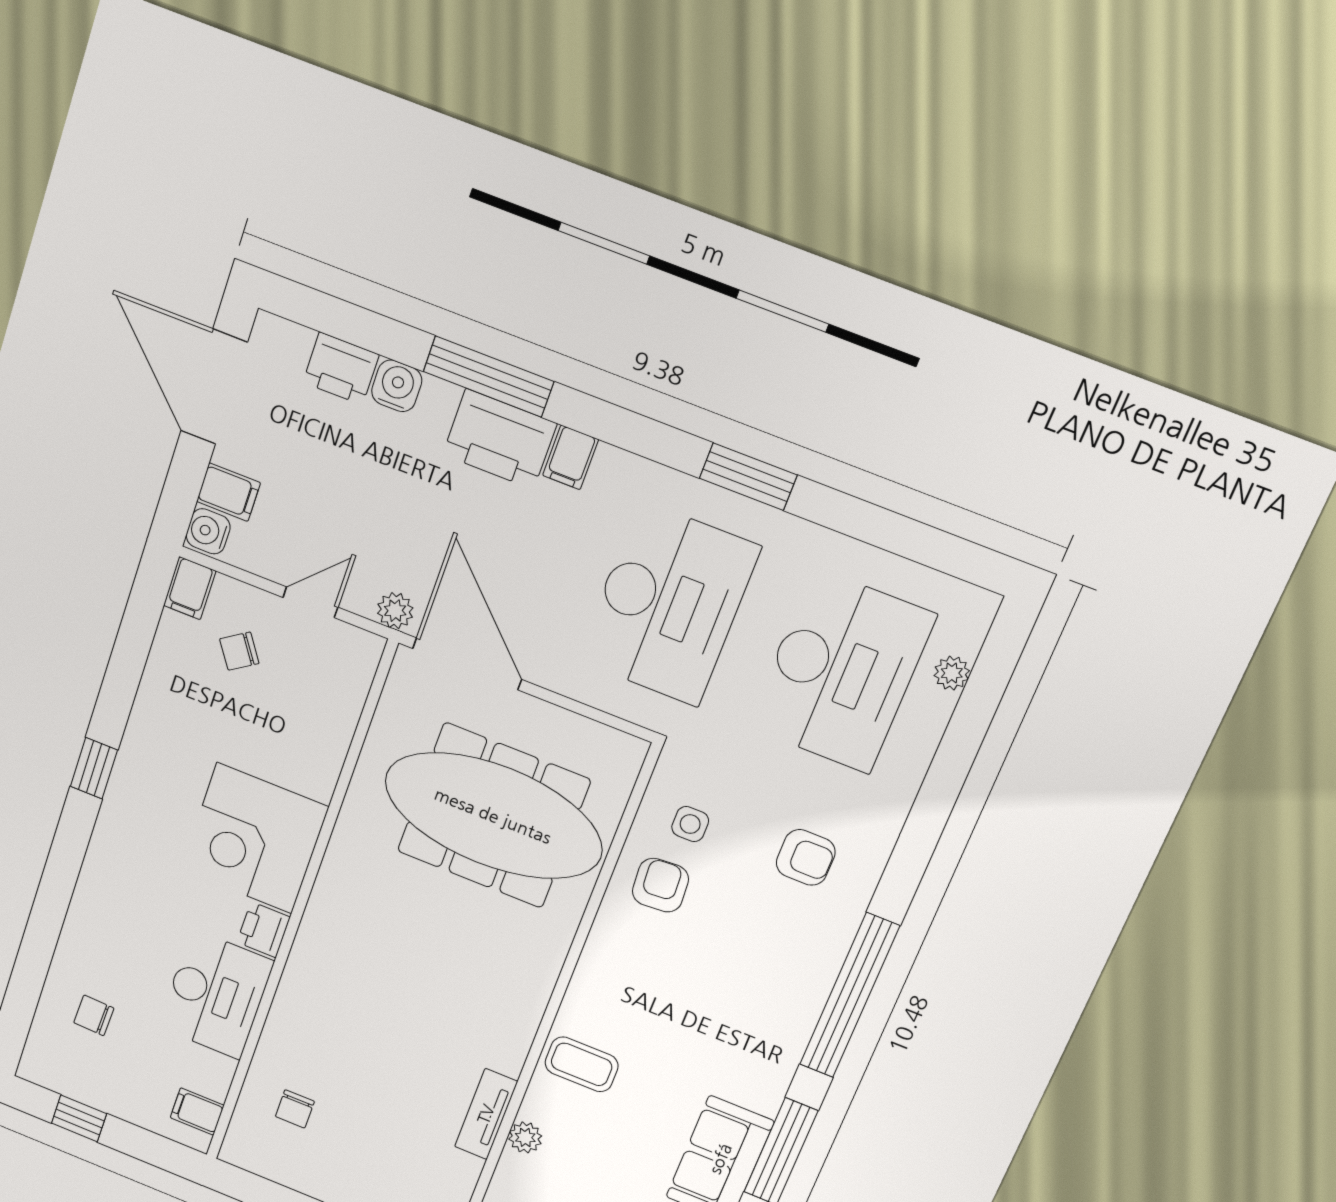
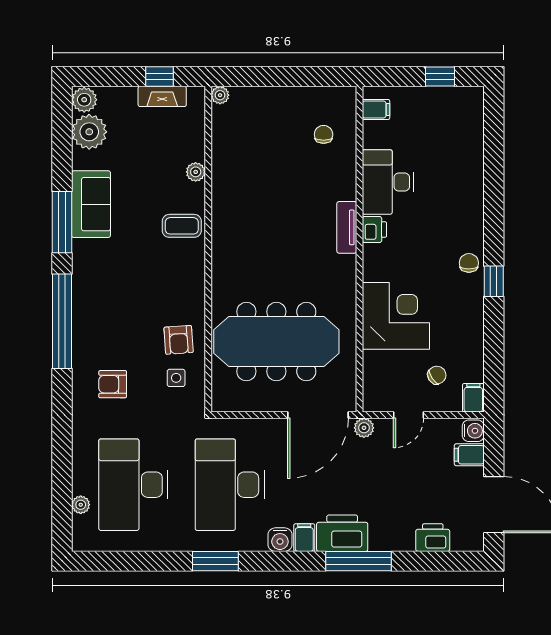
water cooler: (397, 386) -> (280, 540), moved
door: (467, 664) -> (318, 415), hinge flipped
corner desk: (254, 838) -> (396, 316), moved
chair: (94, 1015) -> (469, 263), moved, turned -92
tv unit: (486, 1114) -> (347, 227), moved, turned 180

